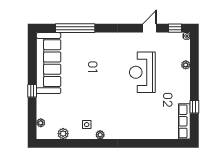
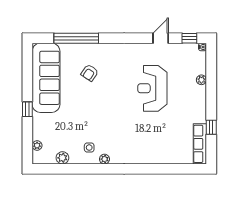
armchair: (87, 59) -> (90, 73), added

